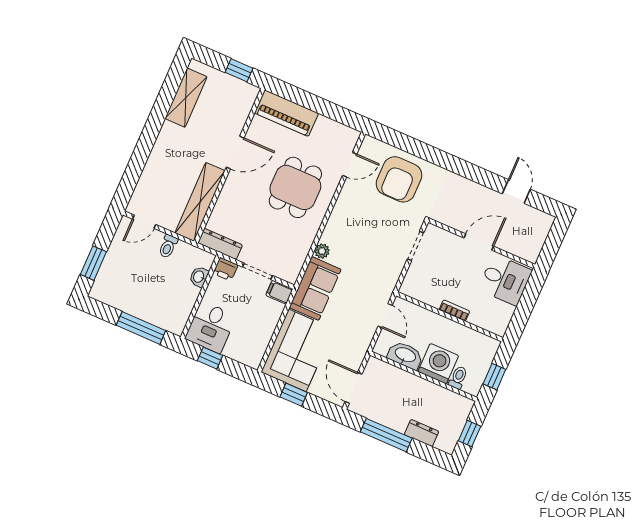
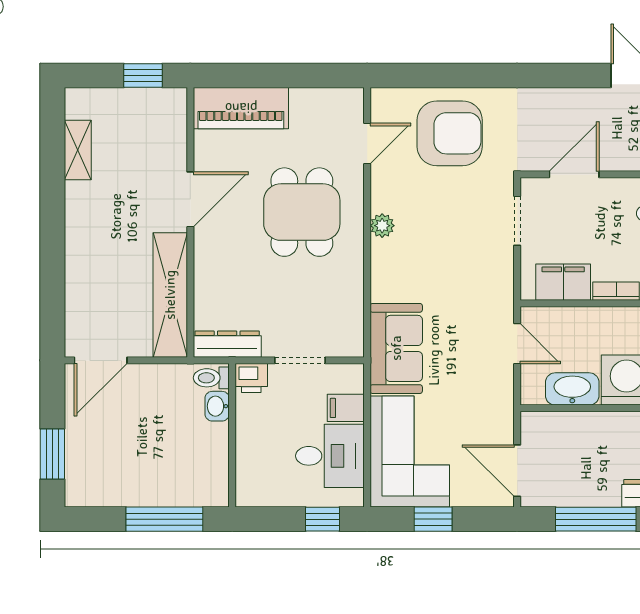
shelving: (186, 98) -> (78, 150), width x0.67, depth x0.75
armchair: (399, 179) -> (450, 133), turned -90
door: (144, 222) -> (101, 360), width x1.38
door: (479, 242) -> (574, 174), moved
toilet: (168, 246) -> (211, 378), moved, turned 90
plant: (322, 251) -> (382, 226), moved
filing cabinet: (279, 292) -> (346, 408), moved
filing cabinet: (427, 292) -> (563, 282), added
desk: (211, 327) -> (330, 456), moved, turned -90
window: (210, 358) -> (322, 519), moved

